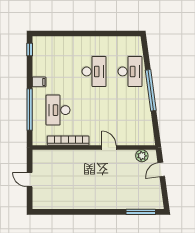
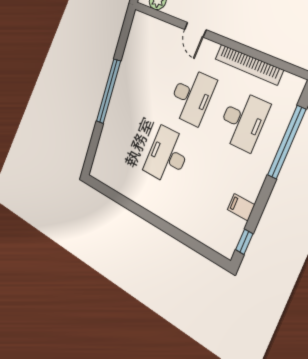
desk: (130, 71) -> (192, 96), moved, turned 180
filing cabinet: (39, 82) -> (241, 207), moved

